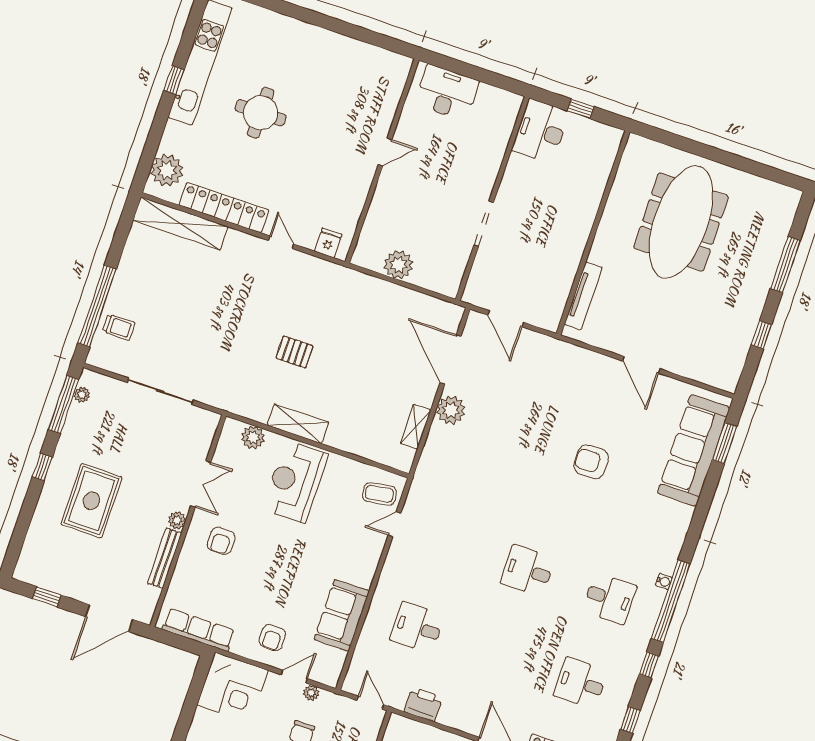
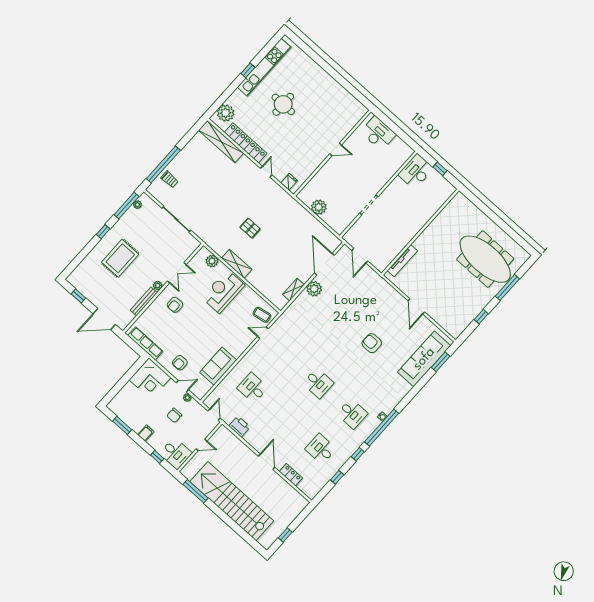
meeting table: (681, 222) -> (485, 259), moved, turned 90
desk: (528, 571) -> (318, 383), turned 180

